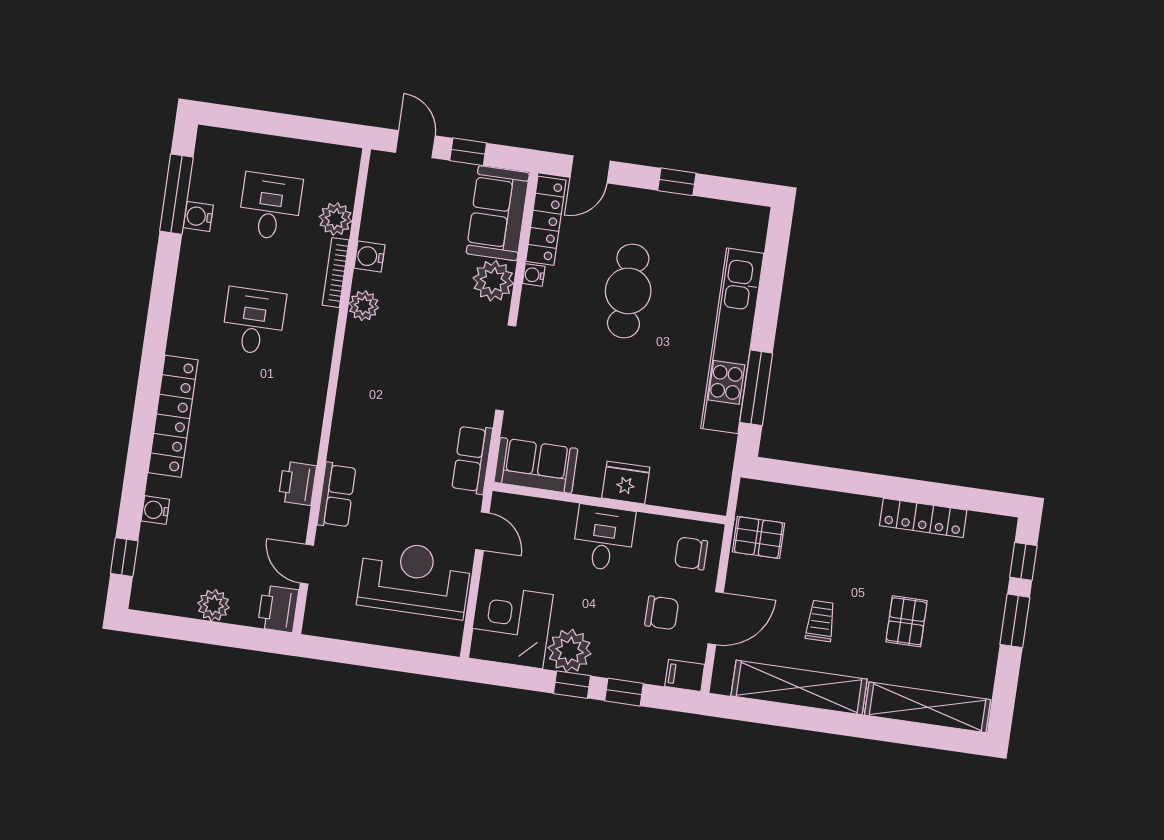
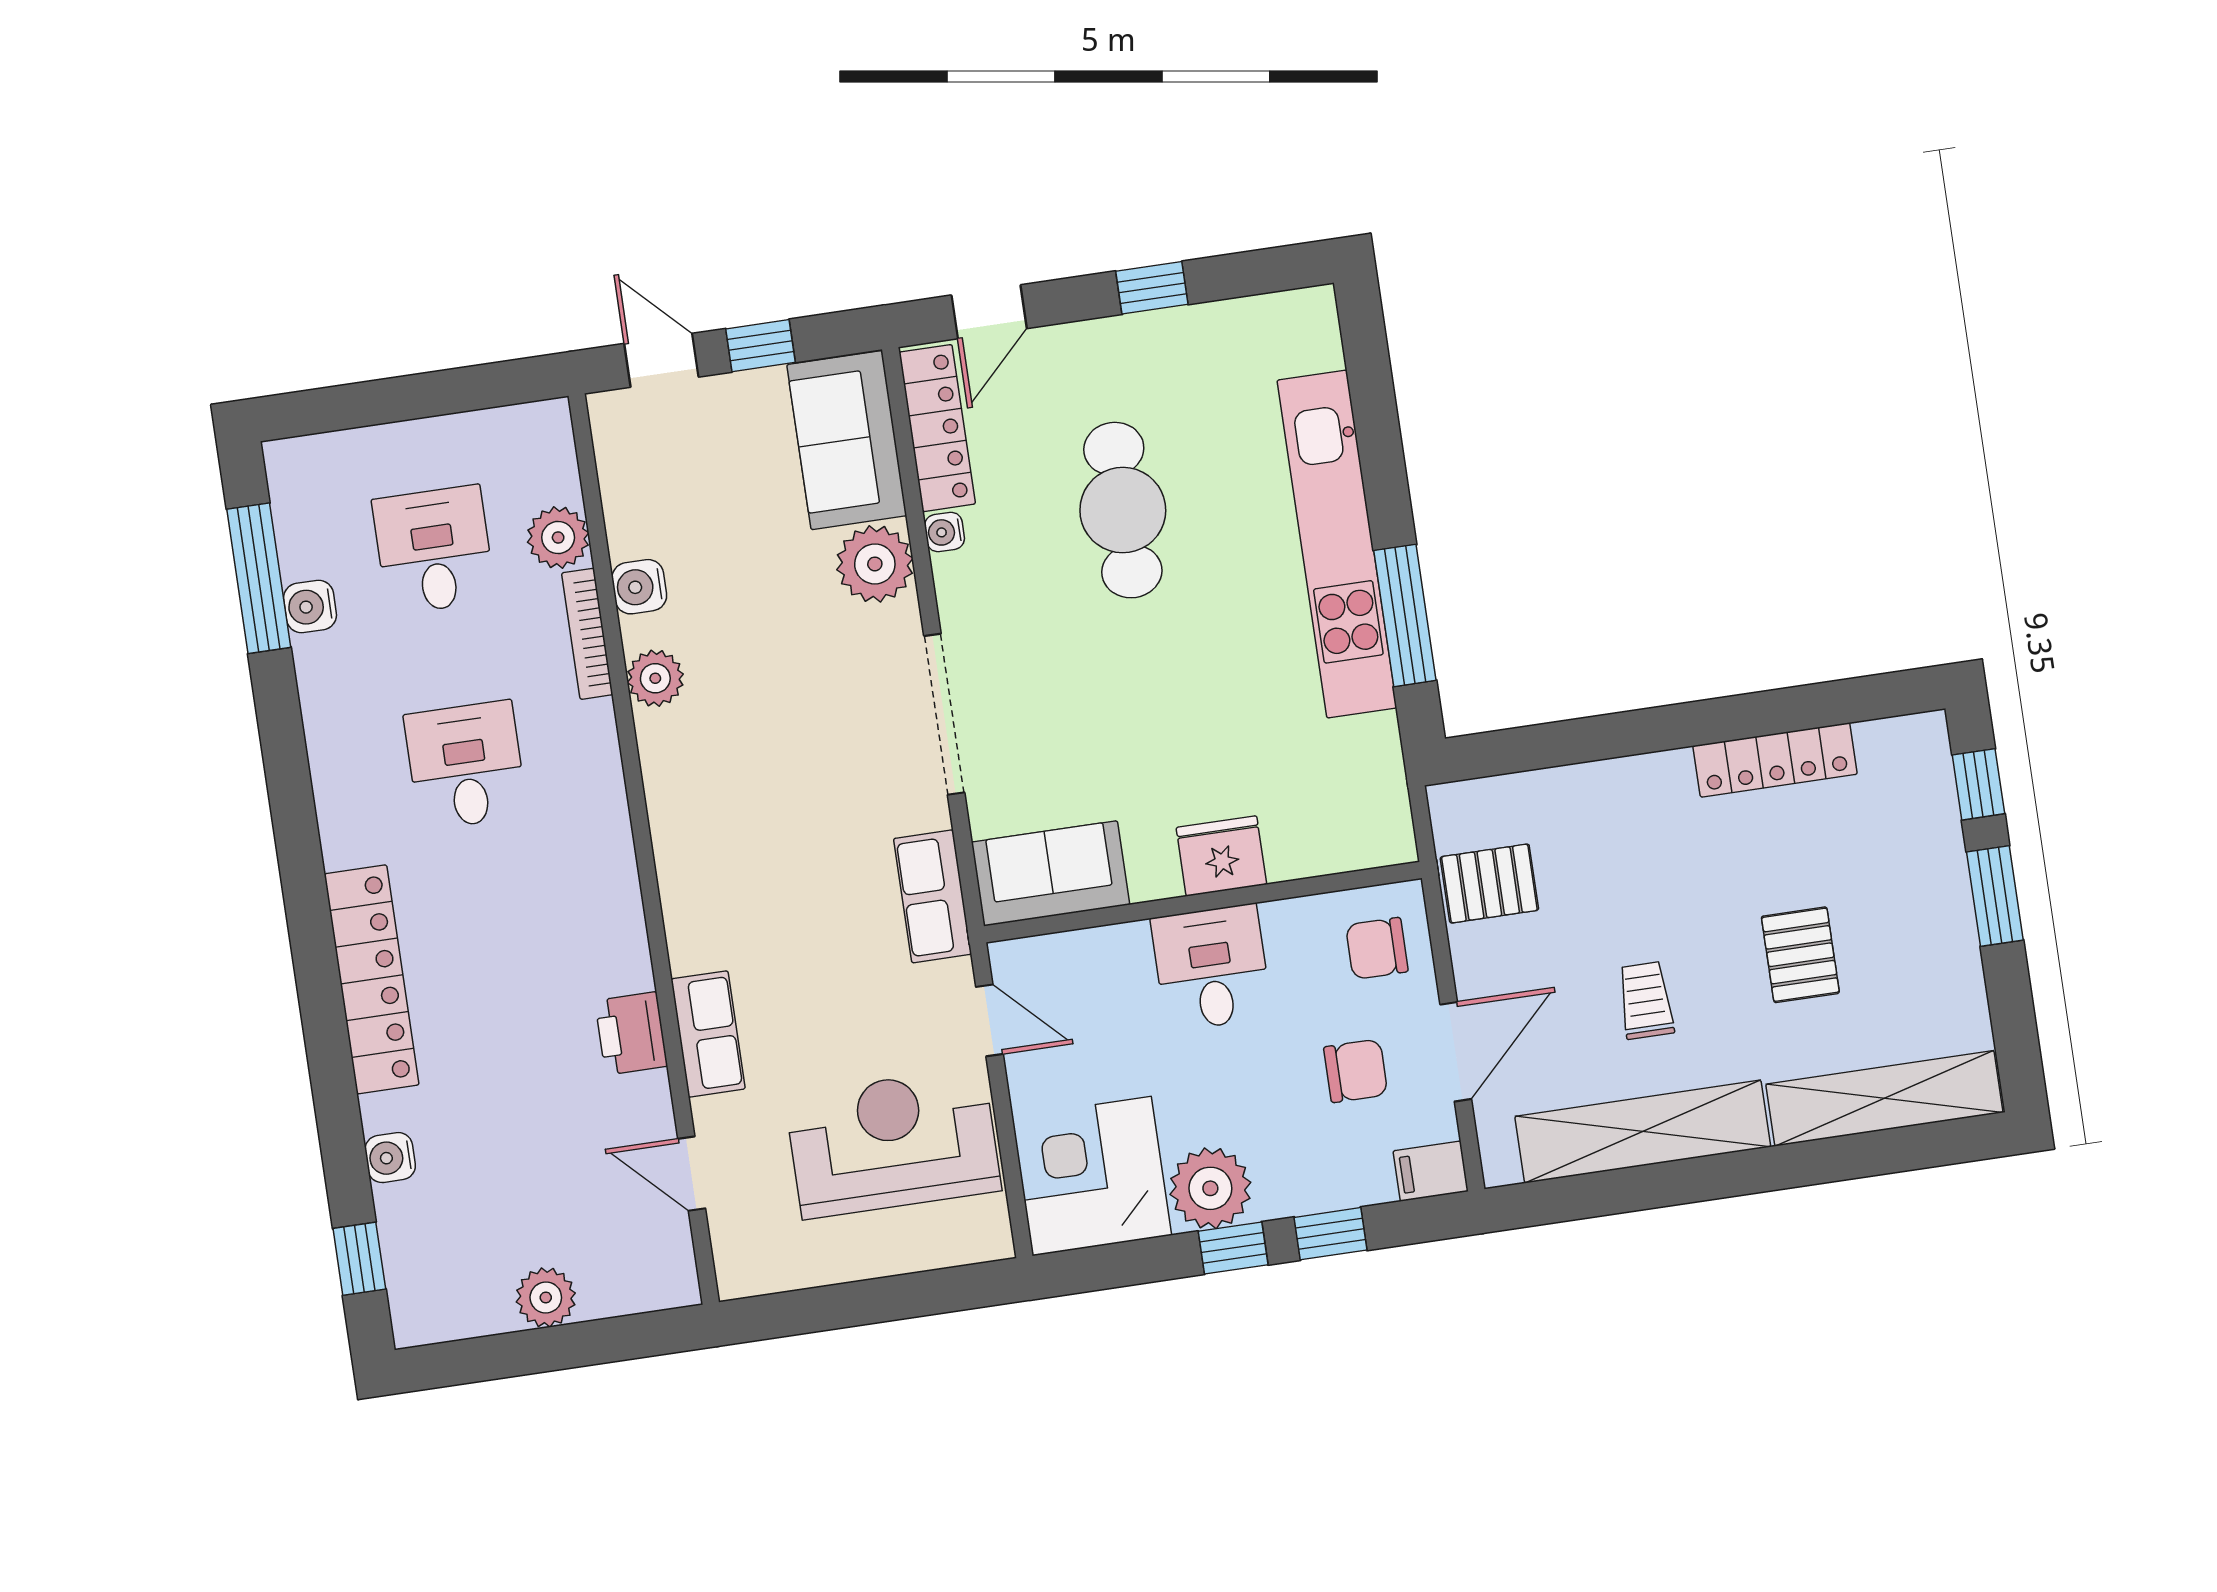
printer: (278, 609) -> (664, 1269), removed

